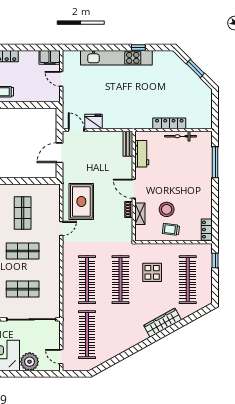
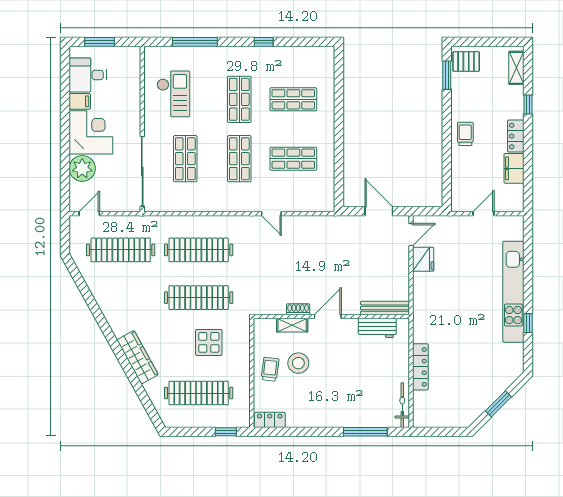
filing cabinet: (50, 57) -> (514, 168), moved
bicycle: (181, 136) -> (402, 405), moved
bench: (128, 144) -> (385, 308), width x1.36
rug: (81, 201) -> (310, 242), removed

